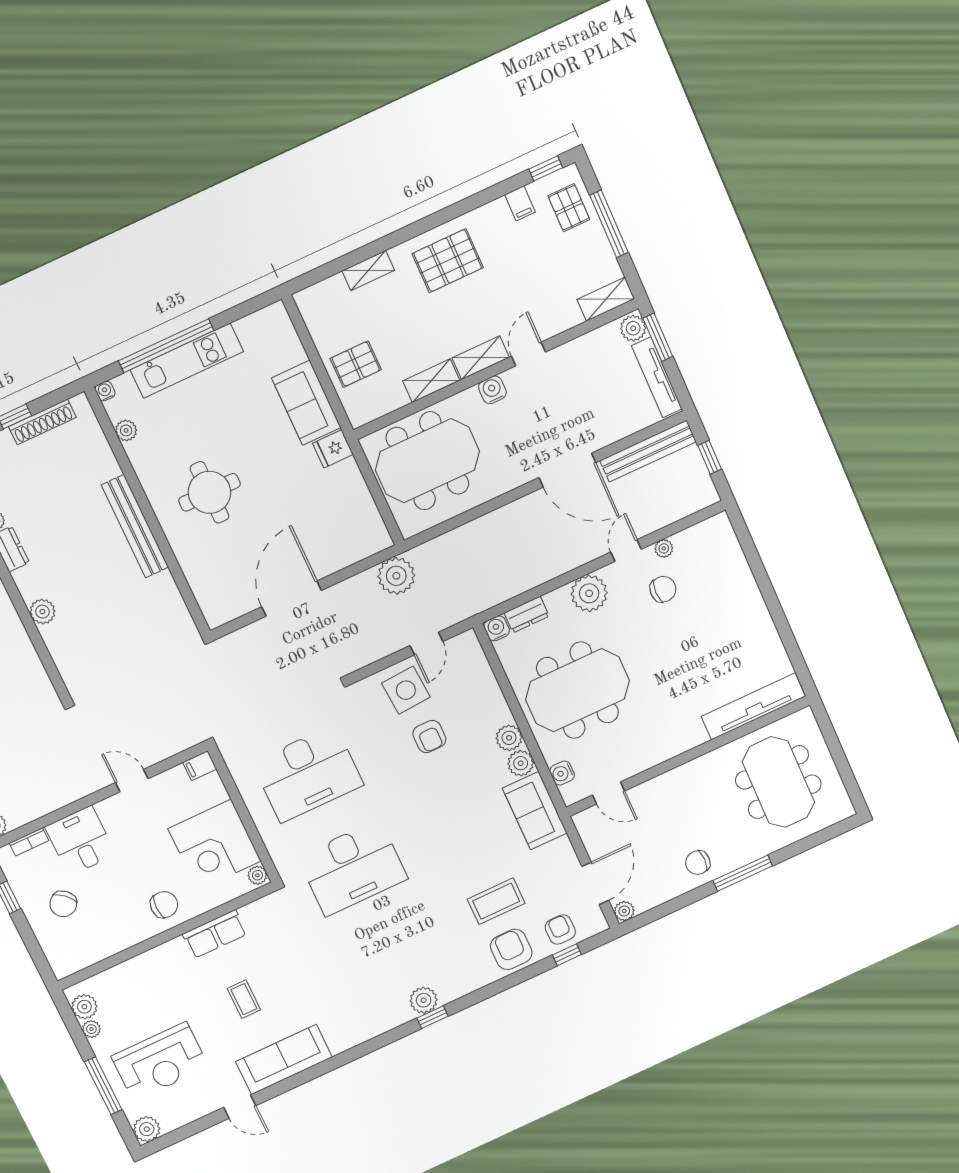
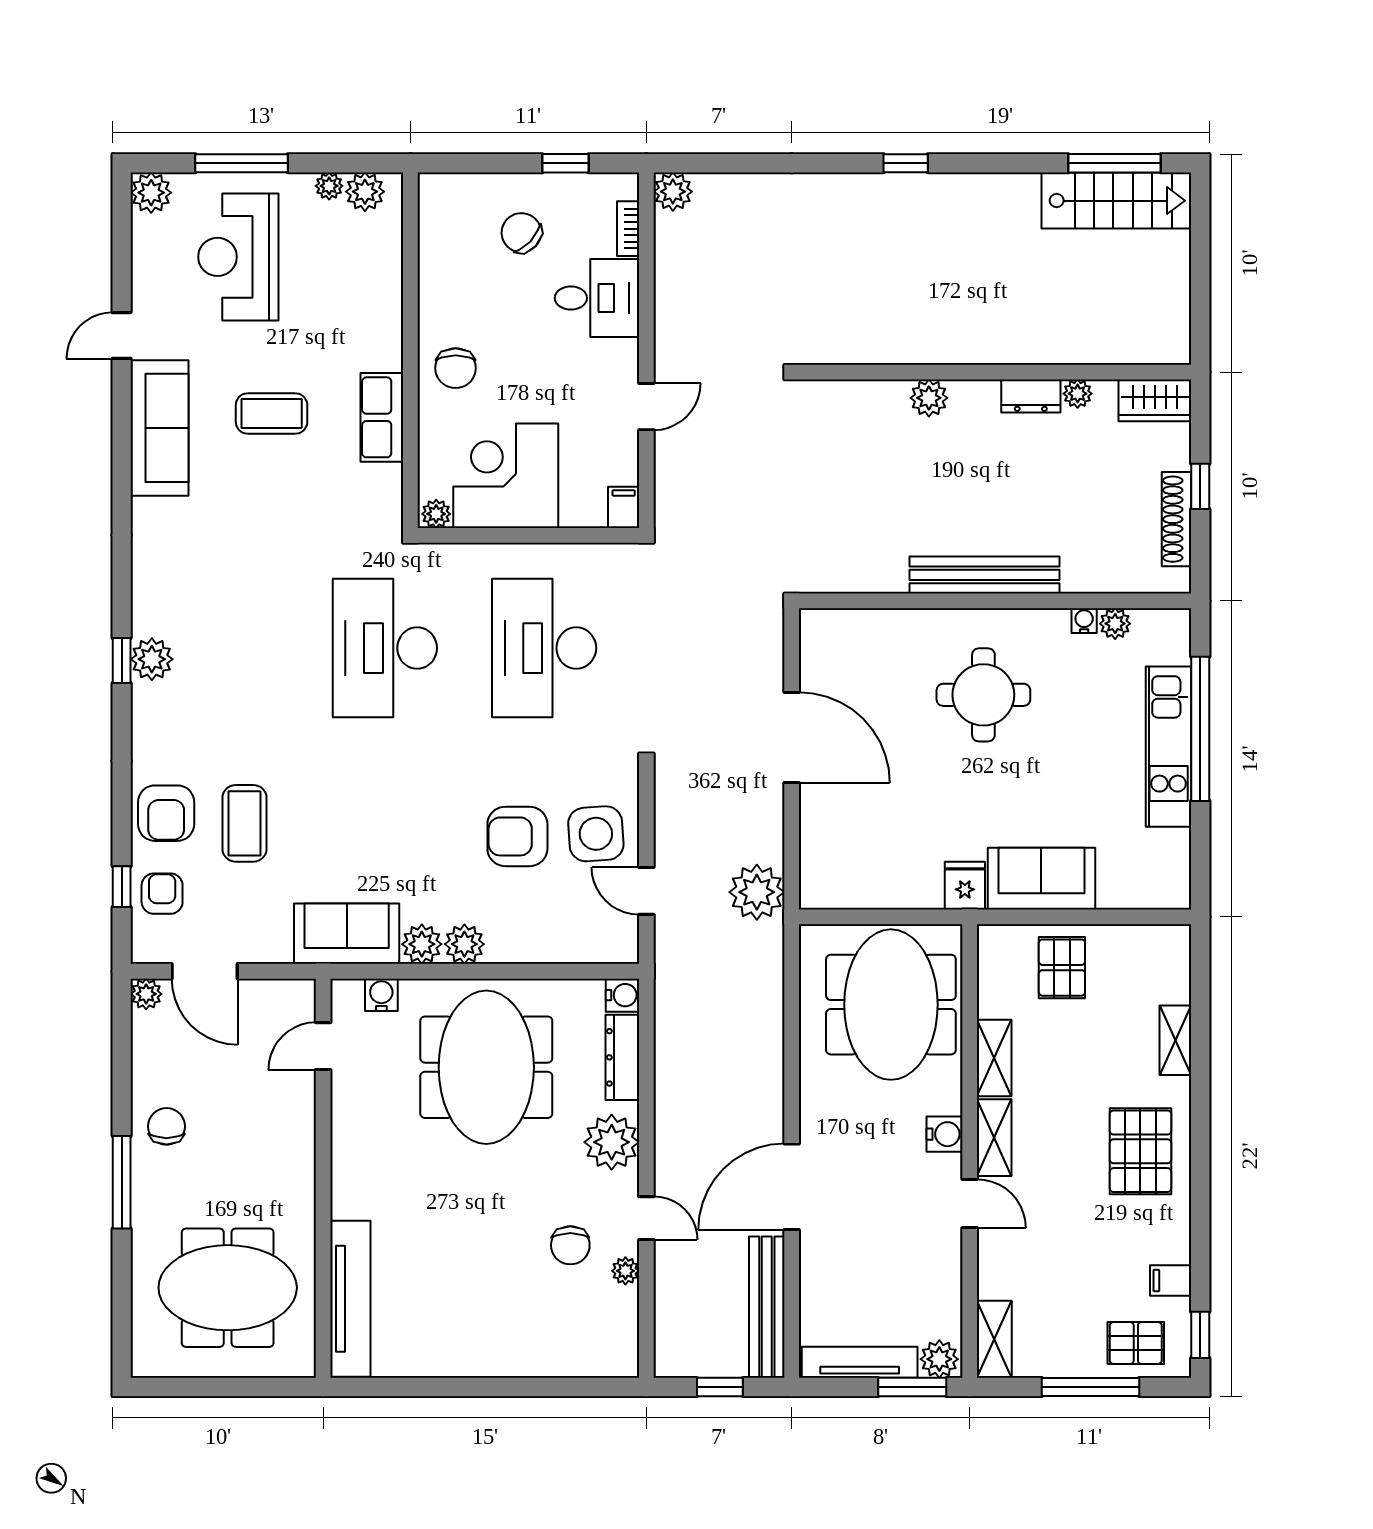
water cooler: (105, 391) -> (1084, 621), moved, turned -90
dresser: (527, 614) -> (622, 1057), width x1.44
armchair: (429, 736) -> (517, 836), width x1.38, depth x1.38
armchair: (560, 930) -> (162, 894), turned -90
armchair: (511, 949) -> (166, 813), turned 90
coffee table: (244, 999) -> (272, 413), width x1.36, depth x1.30

